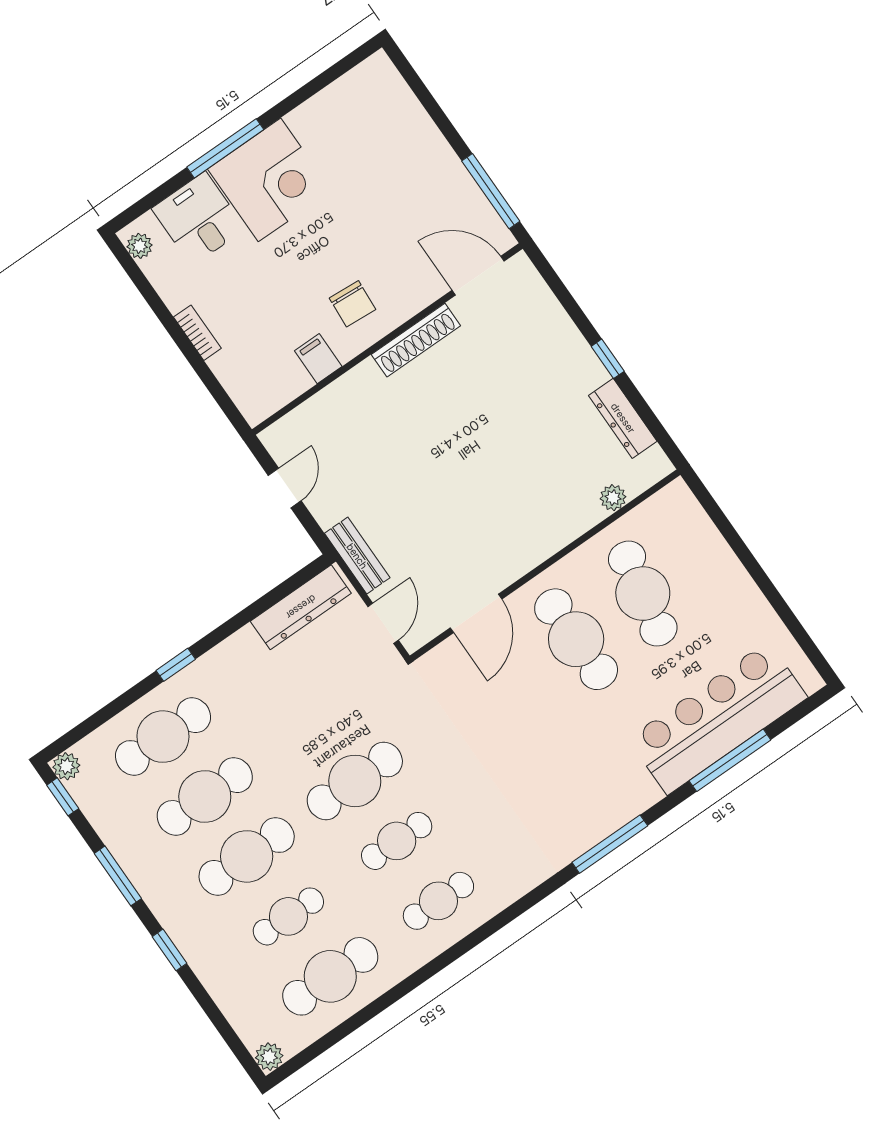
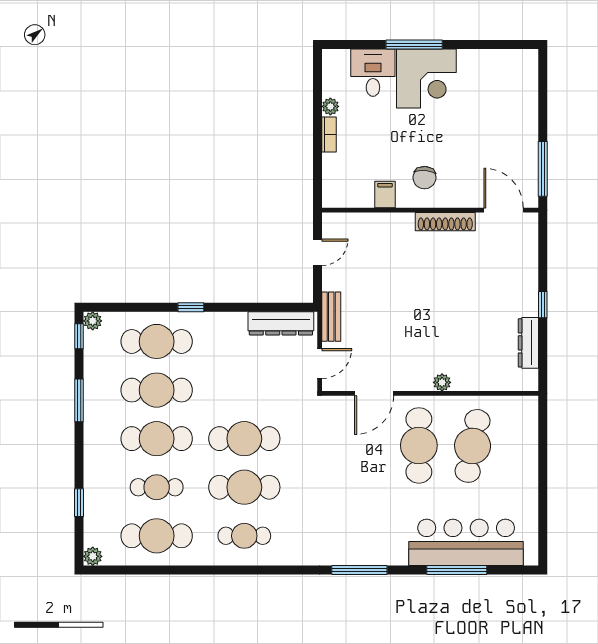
plant: (140, 246) -> (330, 106), moved
plant: (613, 498) -> (442, 382), moved
cafe table: (397, 841) -> (244, 487), width x1.37, depth x1.35
window: (169, 950) -> (79, 503), moved

